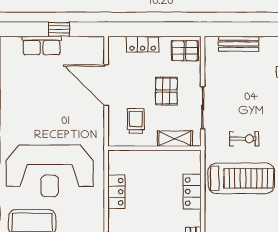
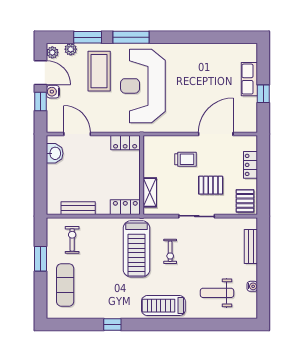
shelving: (175, 139) -> (150, 192), moved
wall: (154, 148) -> (142, 175), moved

